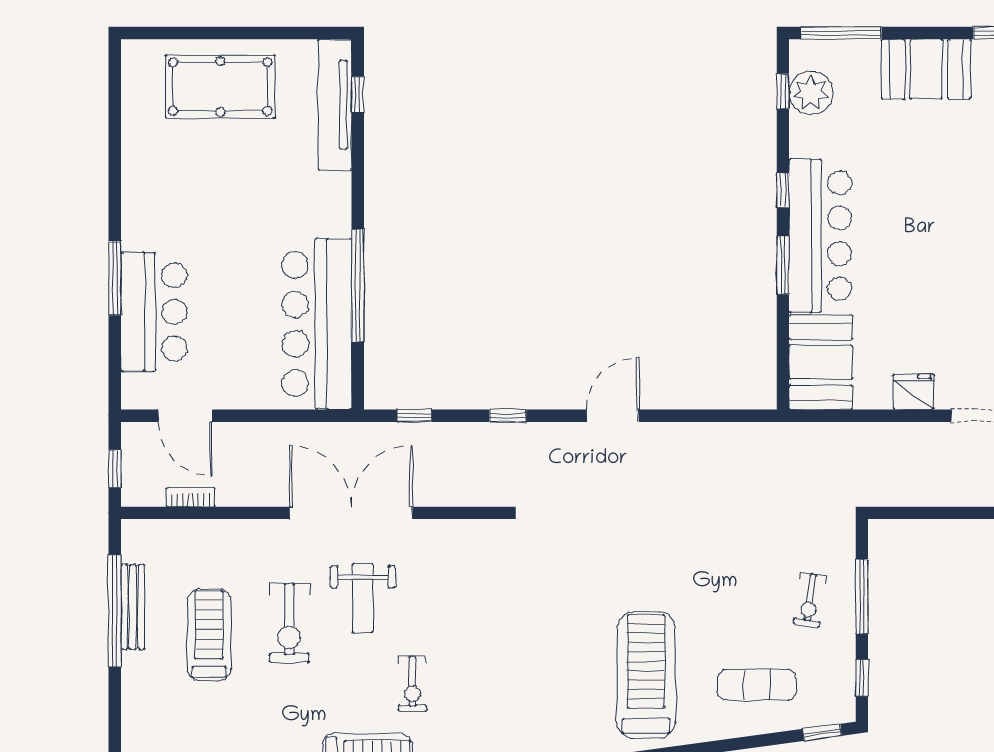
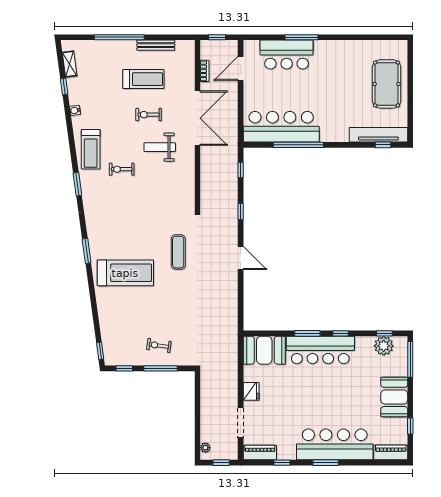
double door: (351, 513) -> (197, 118), moved
window: (115, 611) -> (119, 37), moved
exercise bike: (289, 623) -> (149, 115), width x0.73, depth x0.72
exercise mat: (757, 685) -> (178, 252), moved

